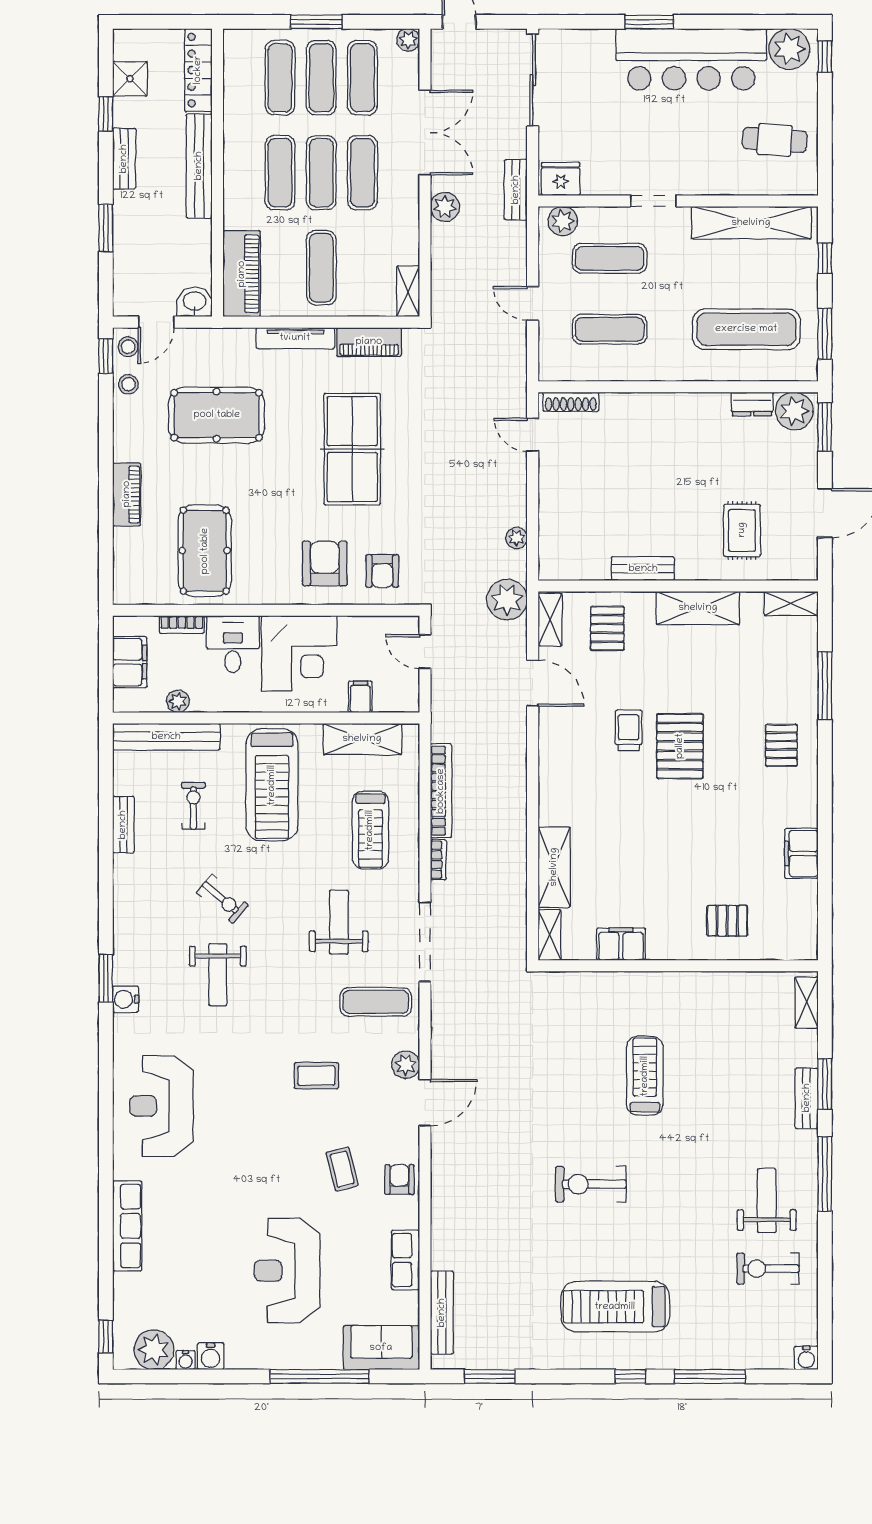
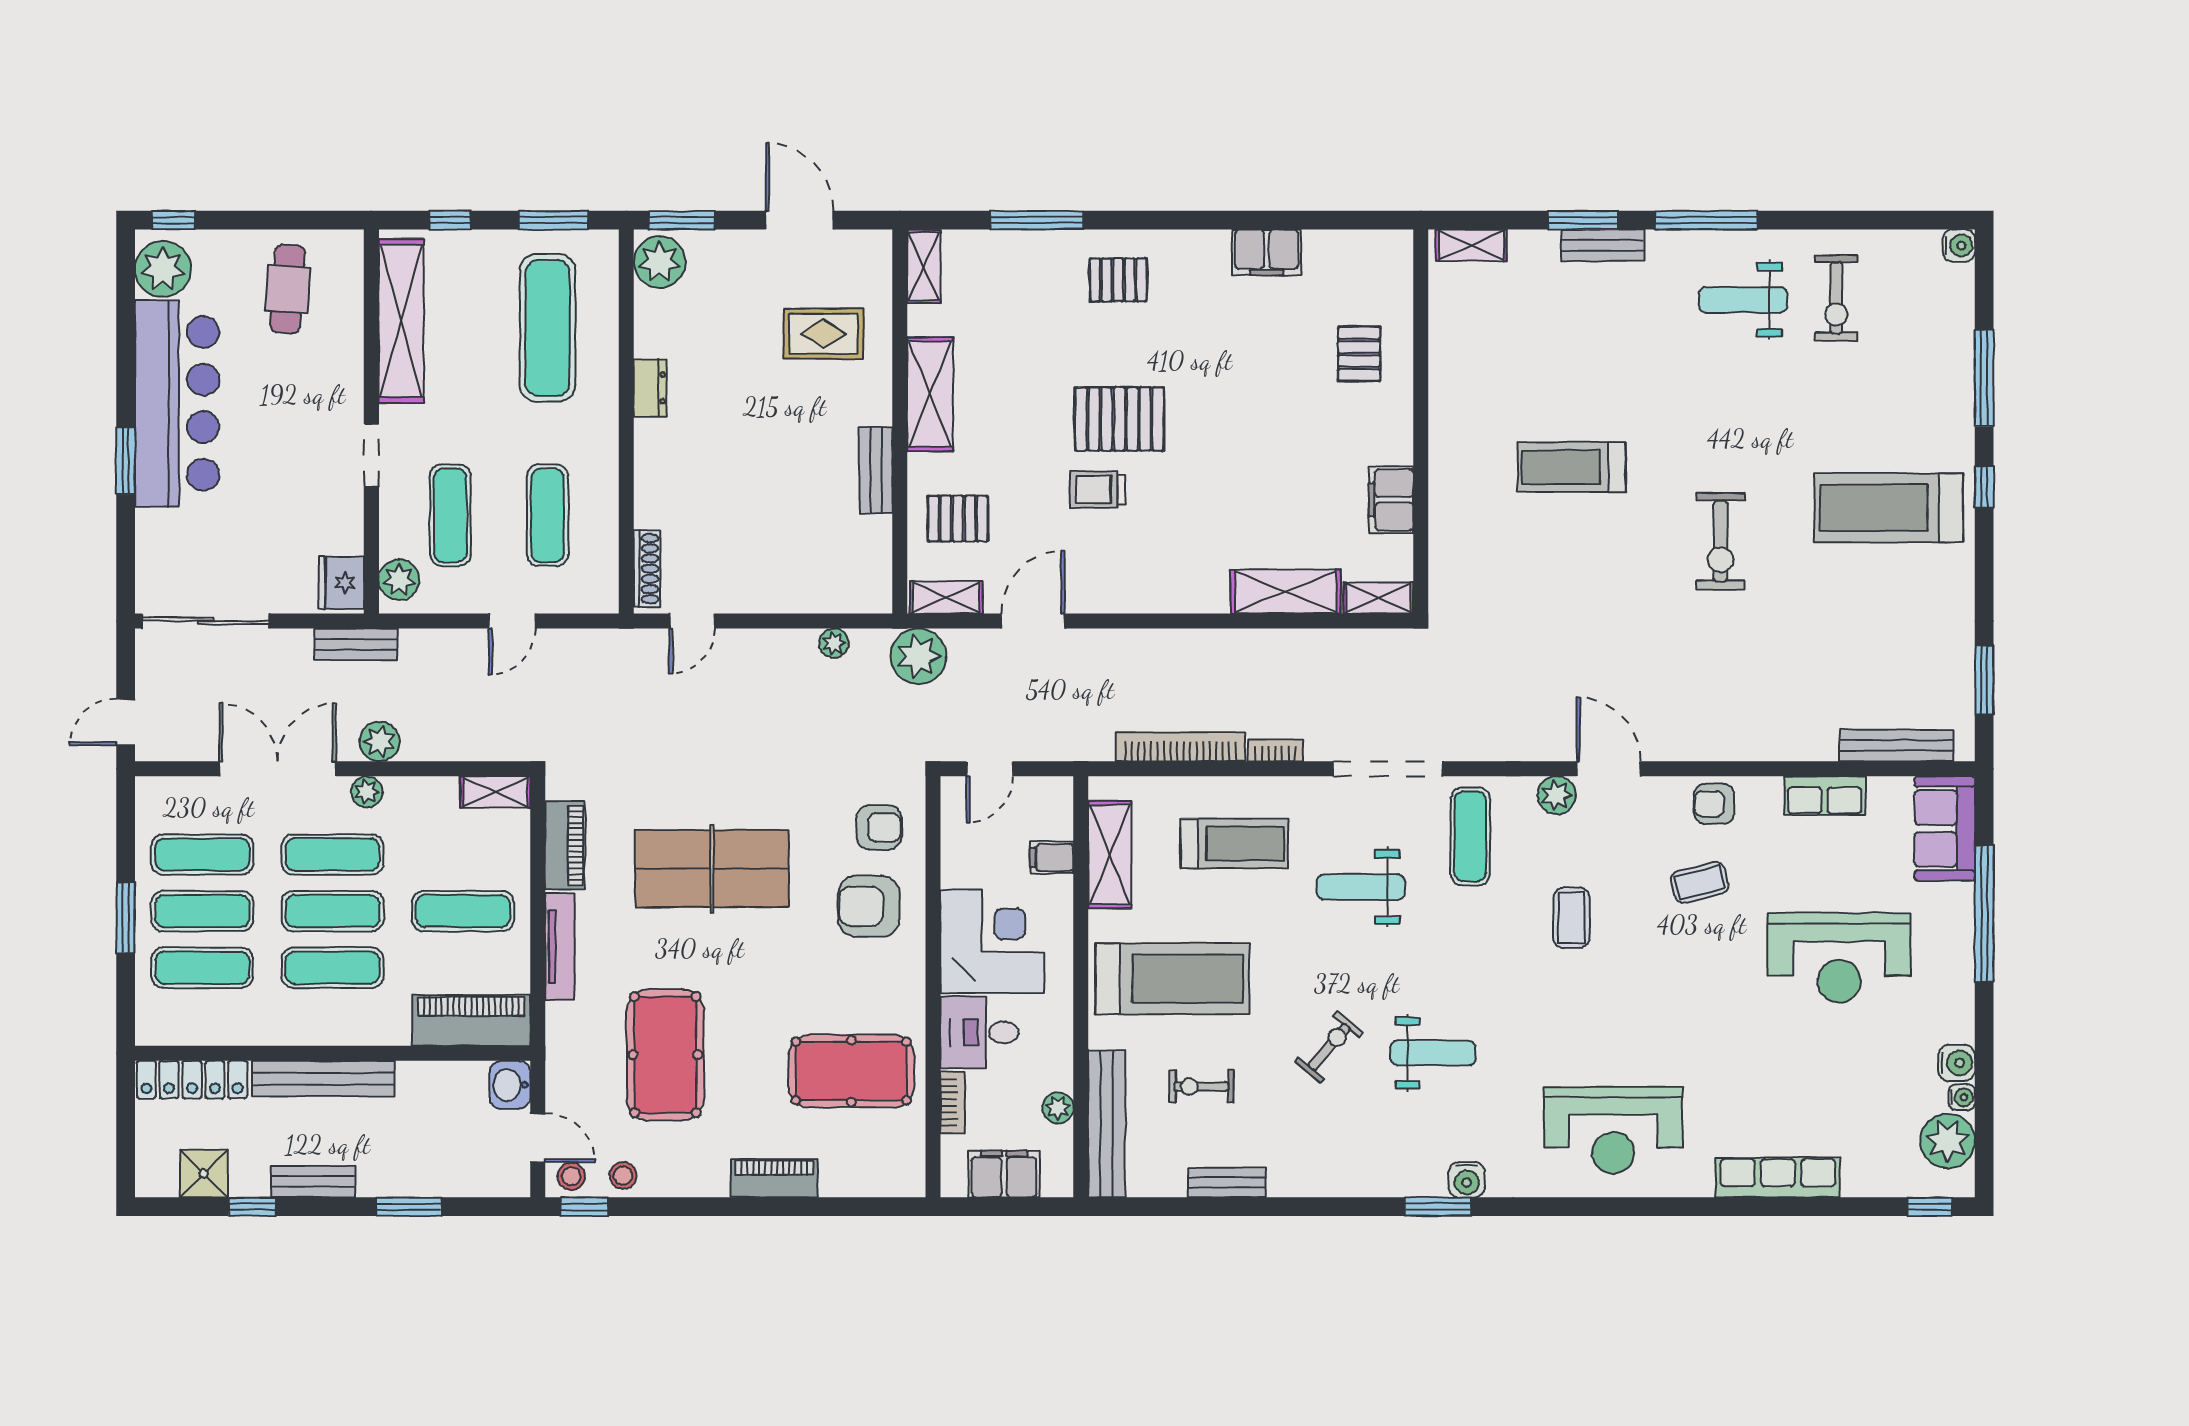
plant: (408, 40) -> (367, 792), moved
dresser: (752, 404) -> (650, 388), moved
treadmill: (615, 1307) -> (1888, 508), turned 90

